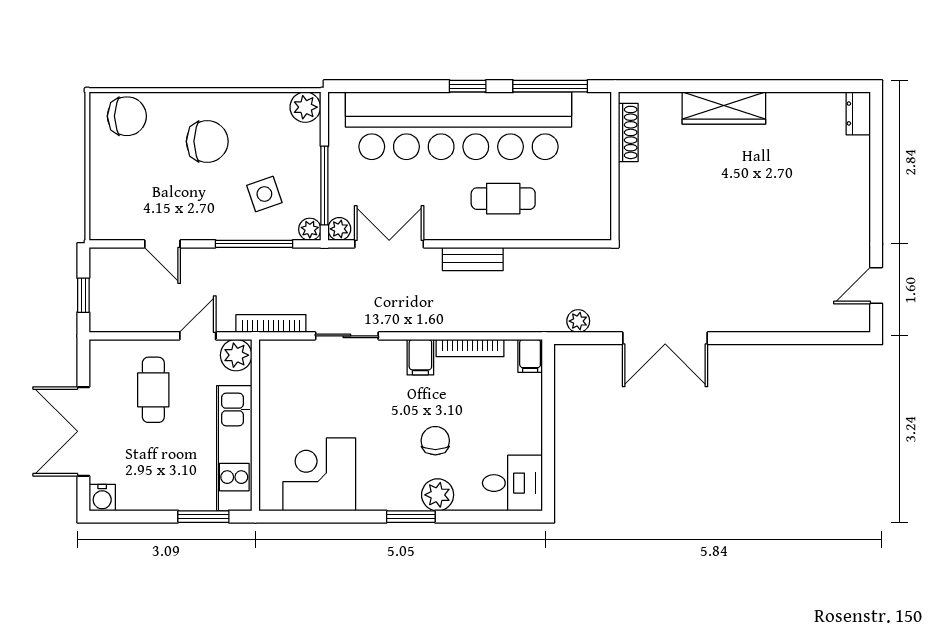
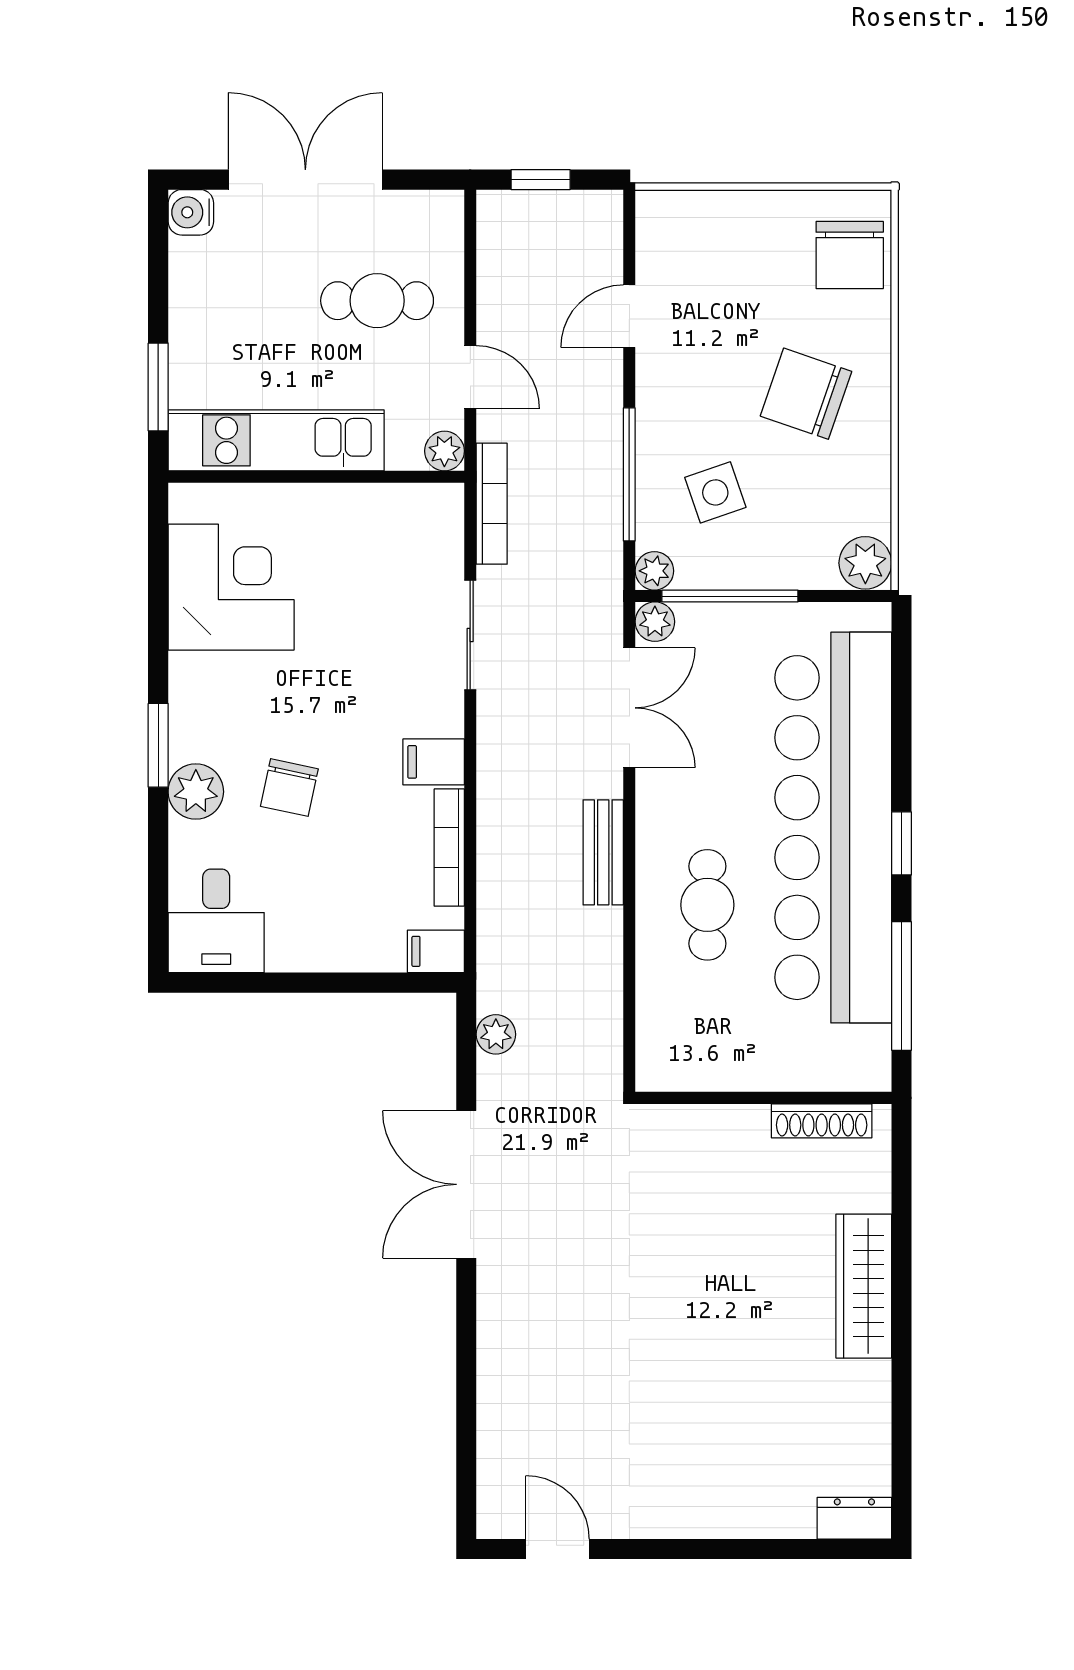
chair: (207, 141) -> (806, 394), turned 109
plant: (236, 355) -> (444, 451), width x0.73, depth x0.73
chair: (435, 441) -> (289, 788), turned 102

